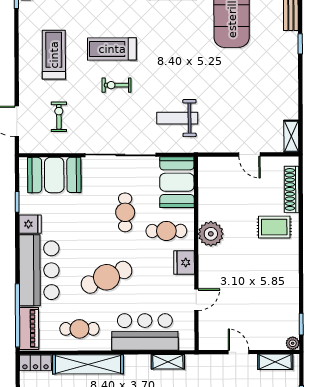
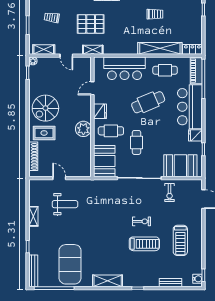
exercise bike: (59, 117) -> (170, 192), moved
weight bench: (177, 118) -> (65, 204), moved
shelving: (291, 136) -> (33, 216), moved
spiral stairs: (272, 267) -> (45, 108), added
shelving: (168, 362) -> (93, 50), moved

